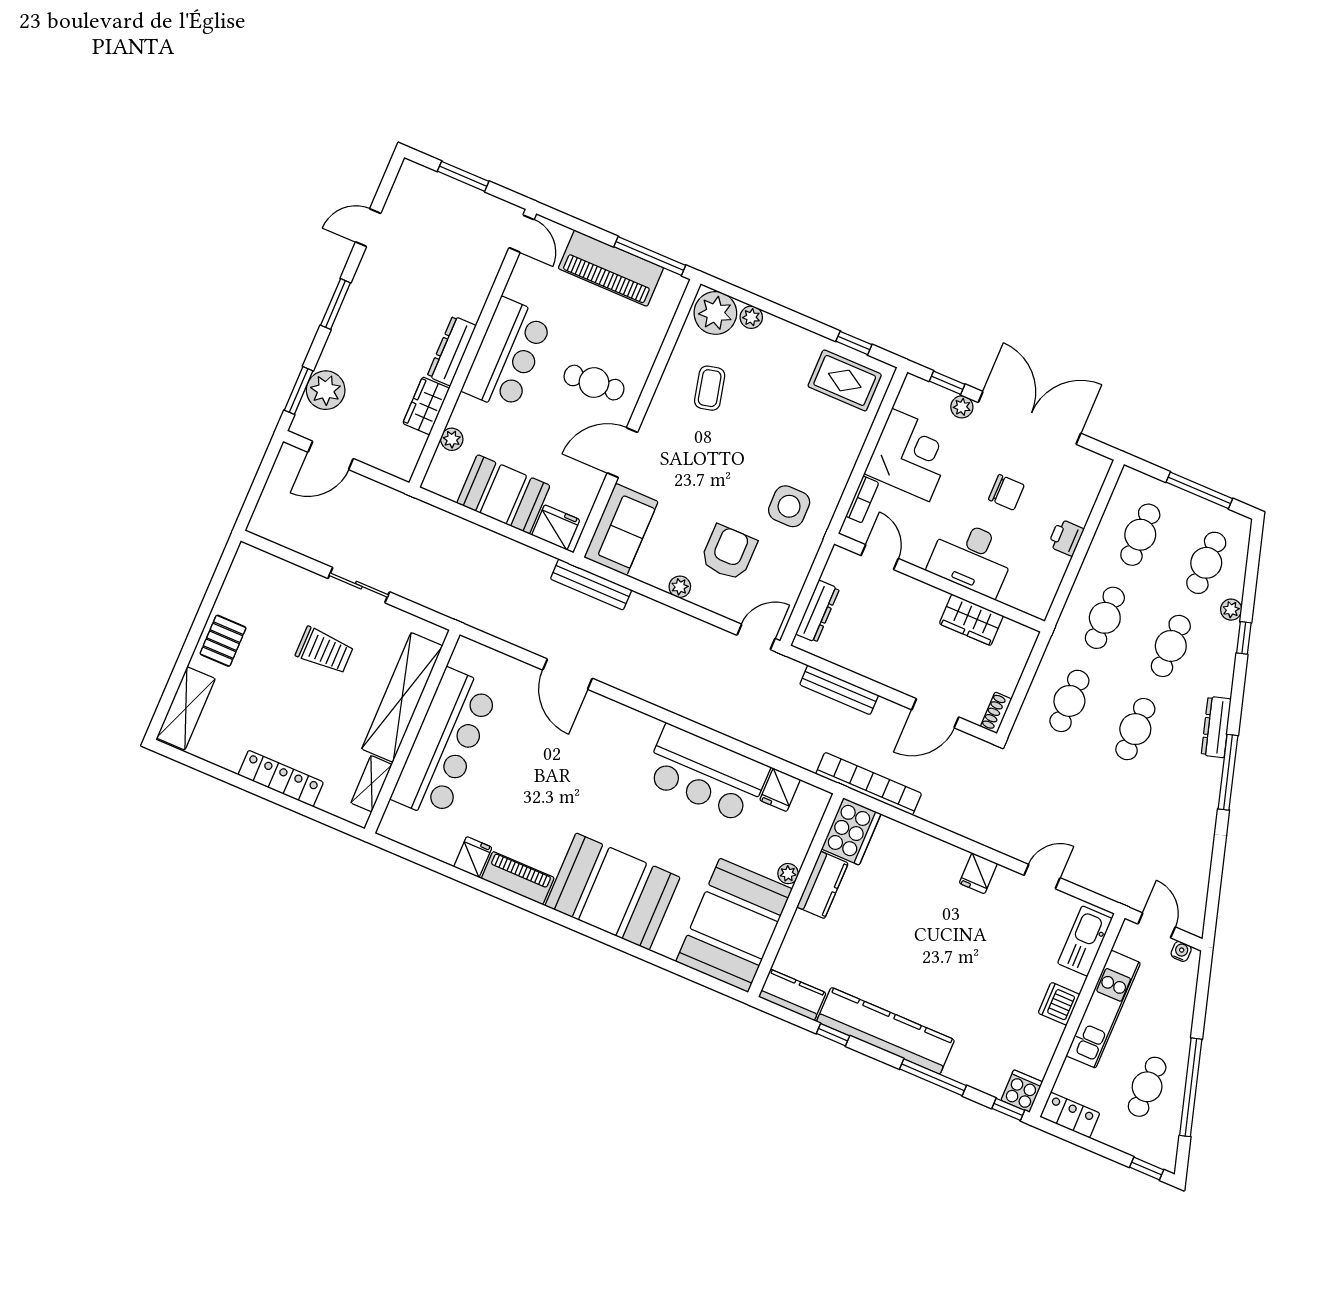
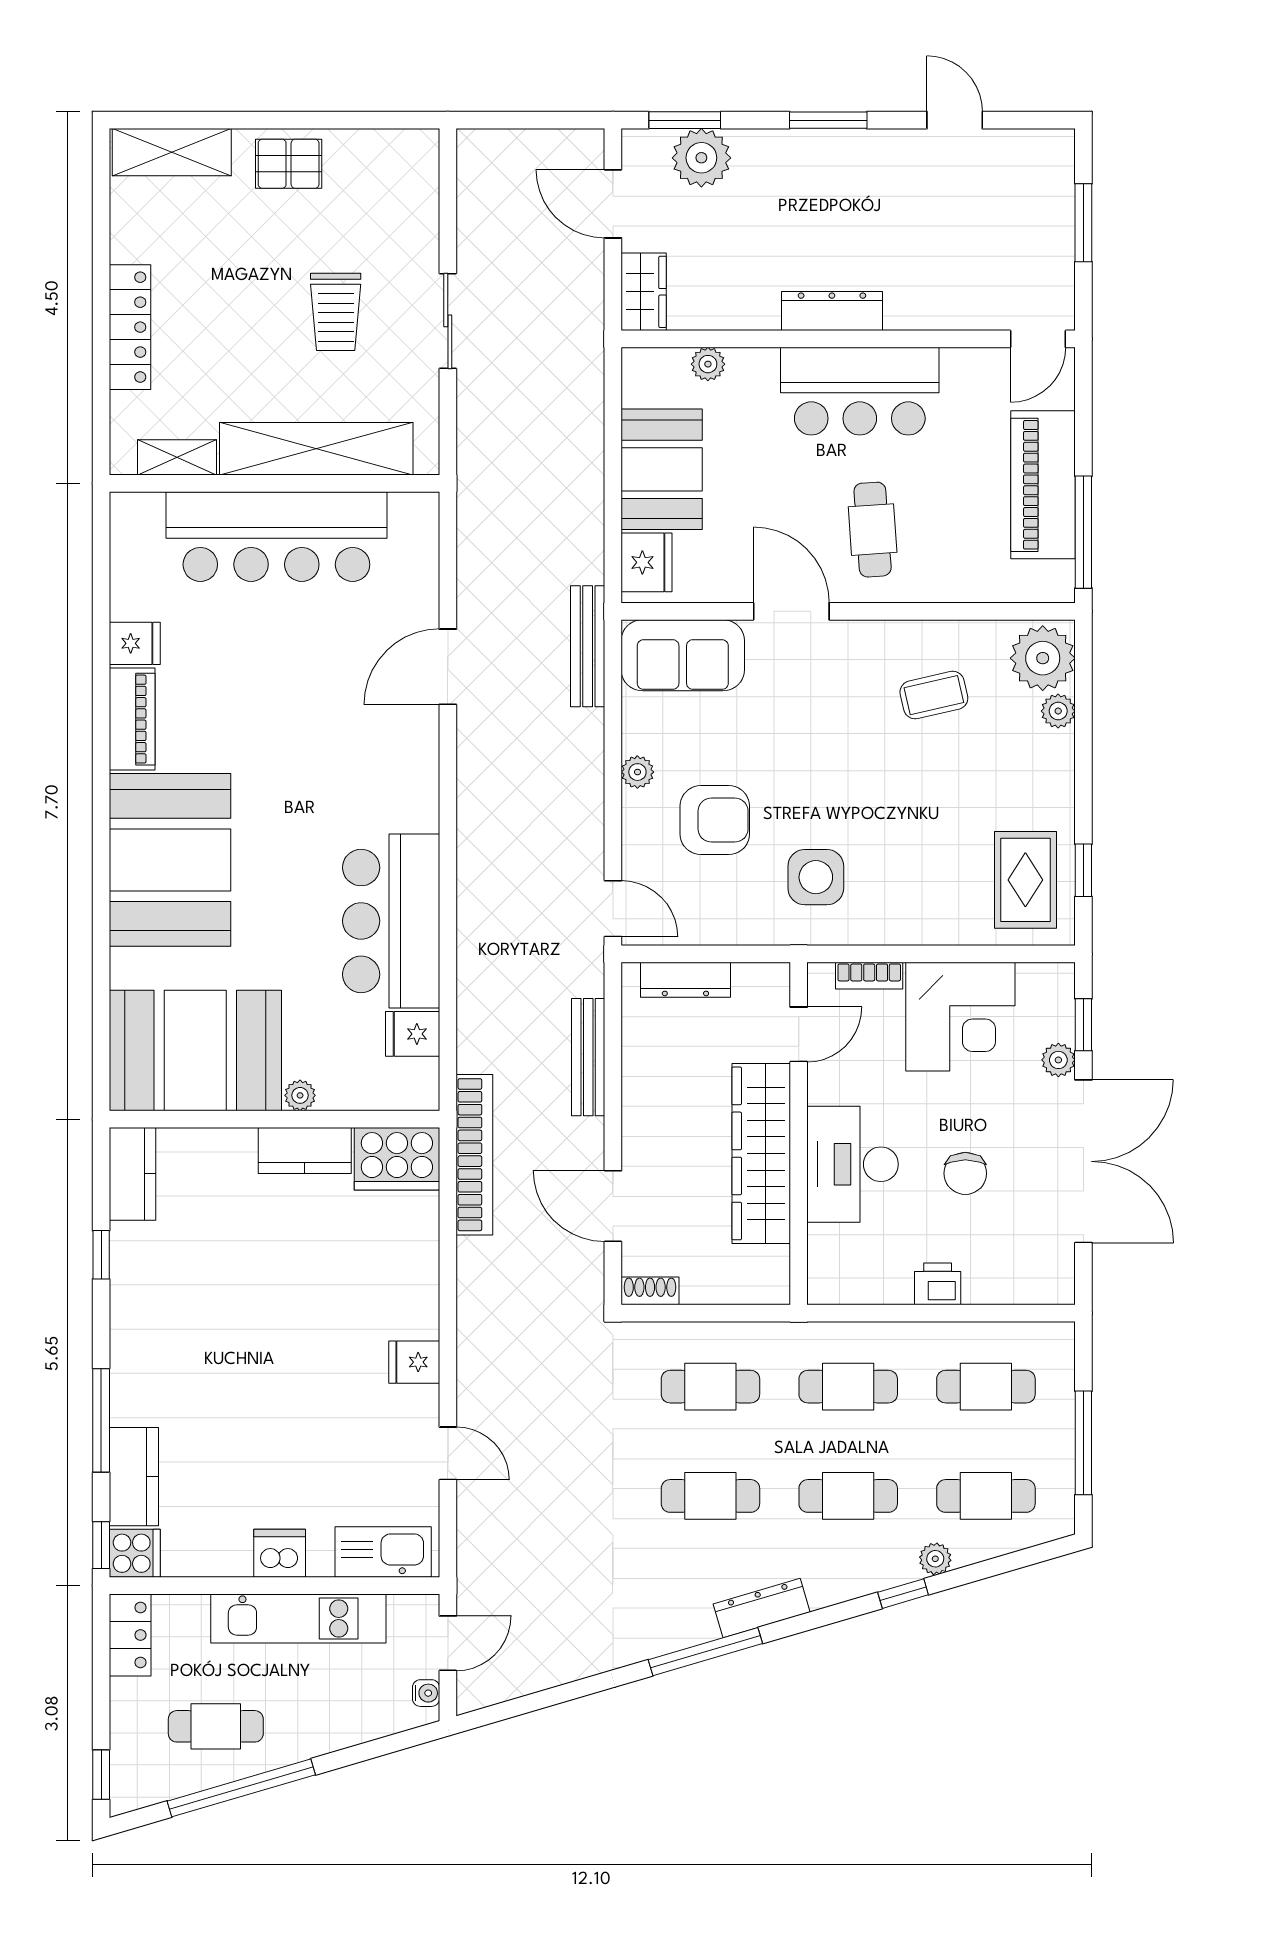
wardrobe: (426, 406) -> (644, 292), moved, turned 90
wardrobe: (971, 620) -> (761, 1153), width x2.10, depth x1.17
kitchen counter: (886, 1031) -> (134, 1477), moved, width x0.48, depth x0.86

